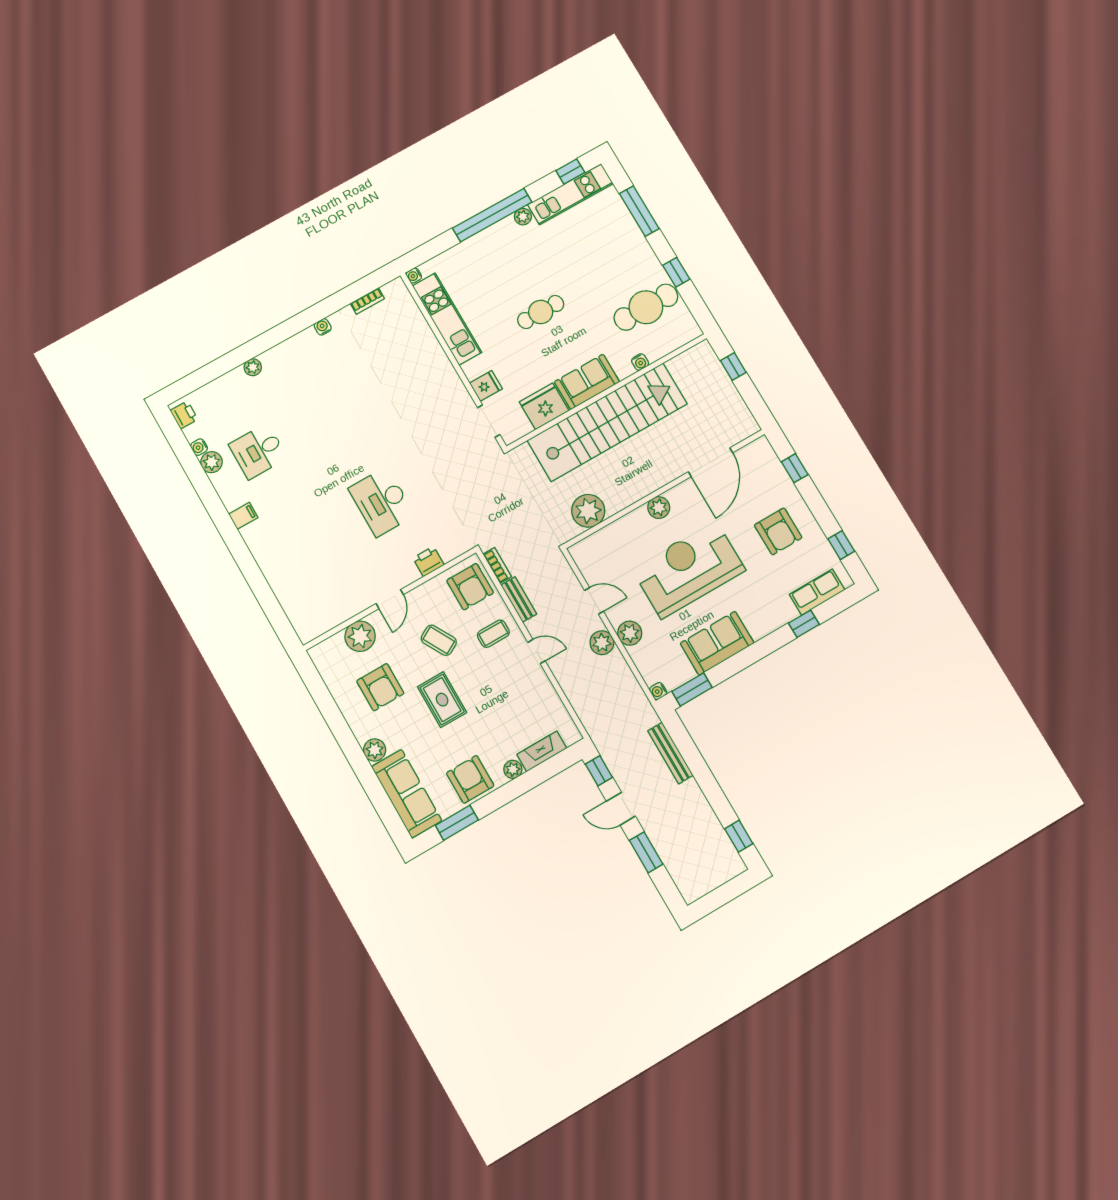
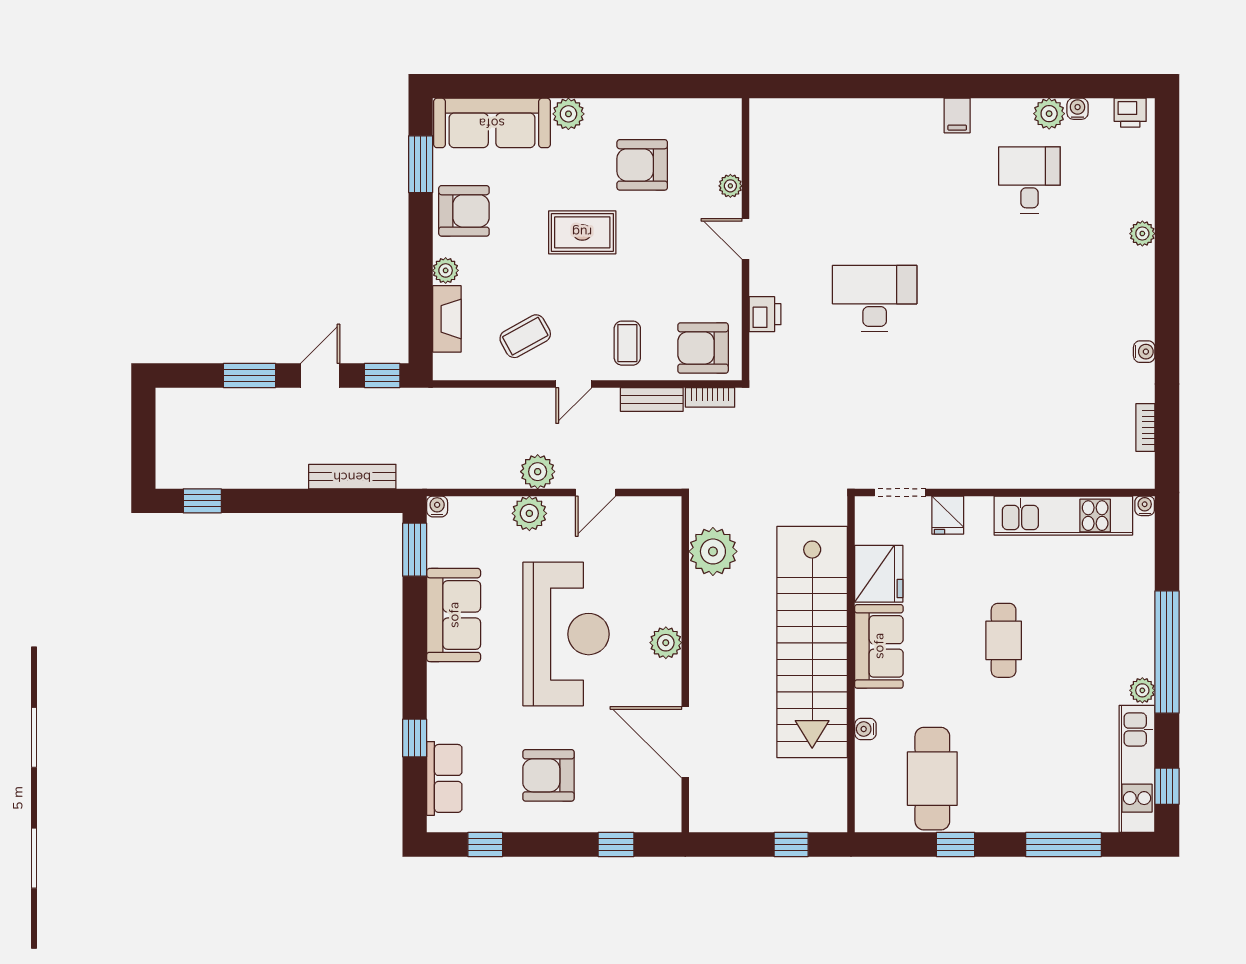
plant: (360, 636) -> (730, 186), width x0.53, depth x0.53
coffee table: (439, 640) -> (525, 336), moved

